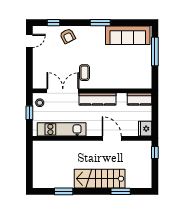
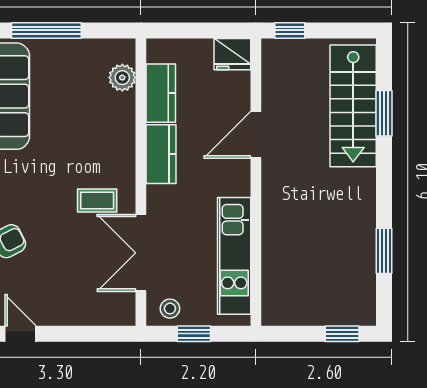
plant: (135, 83) -> (122, 78), added
kitchen counter: (98, 99) -> (161, 154), width x0.67
kitchen counter: (140, 99) -> (161, 93), moved
window: (29, 174) -> (342, 334), added
stairs: (100, 179) -> (353, 106), moved

